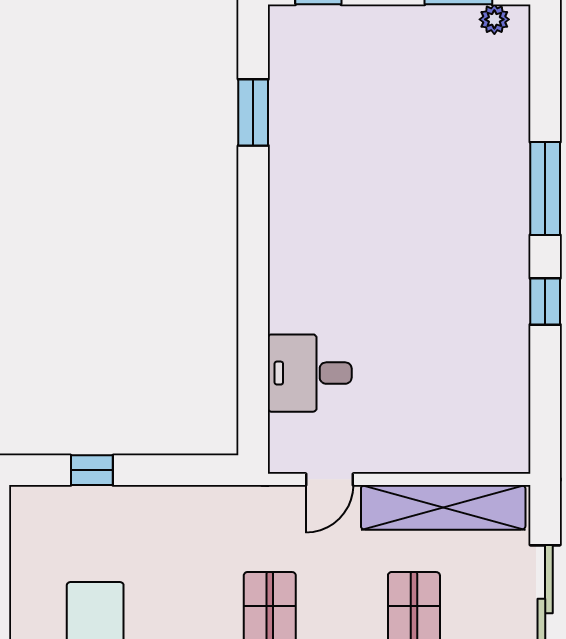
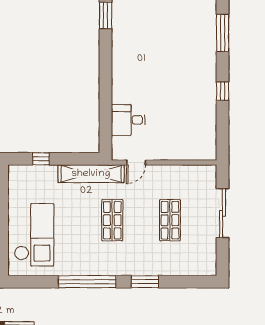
window: (545, 188) -> (223, 33), moved
shelving: (443, 507) -> (91, 174), moved

